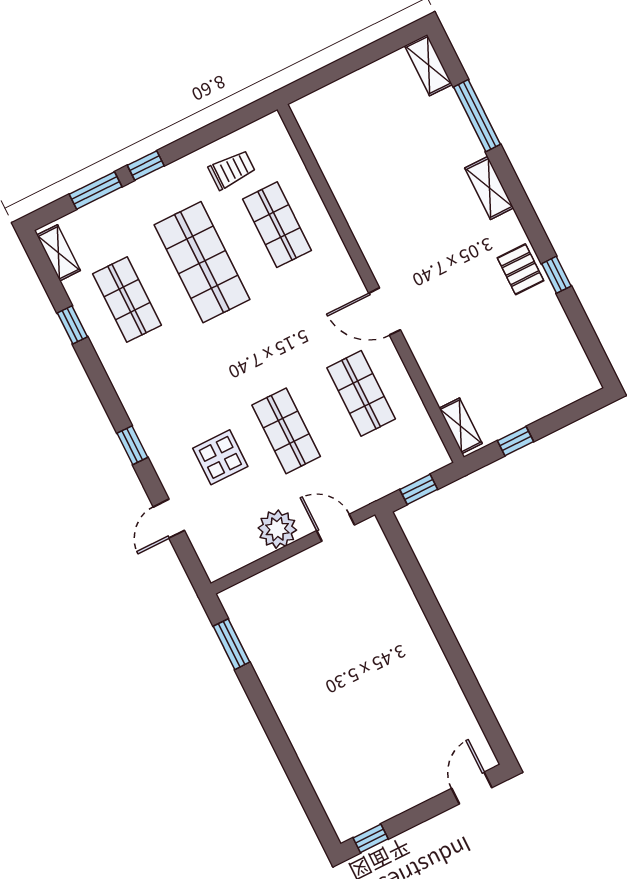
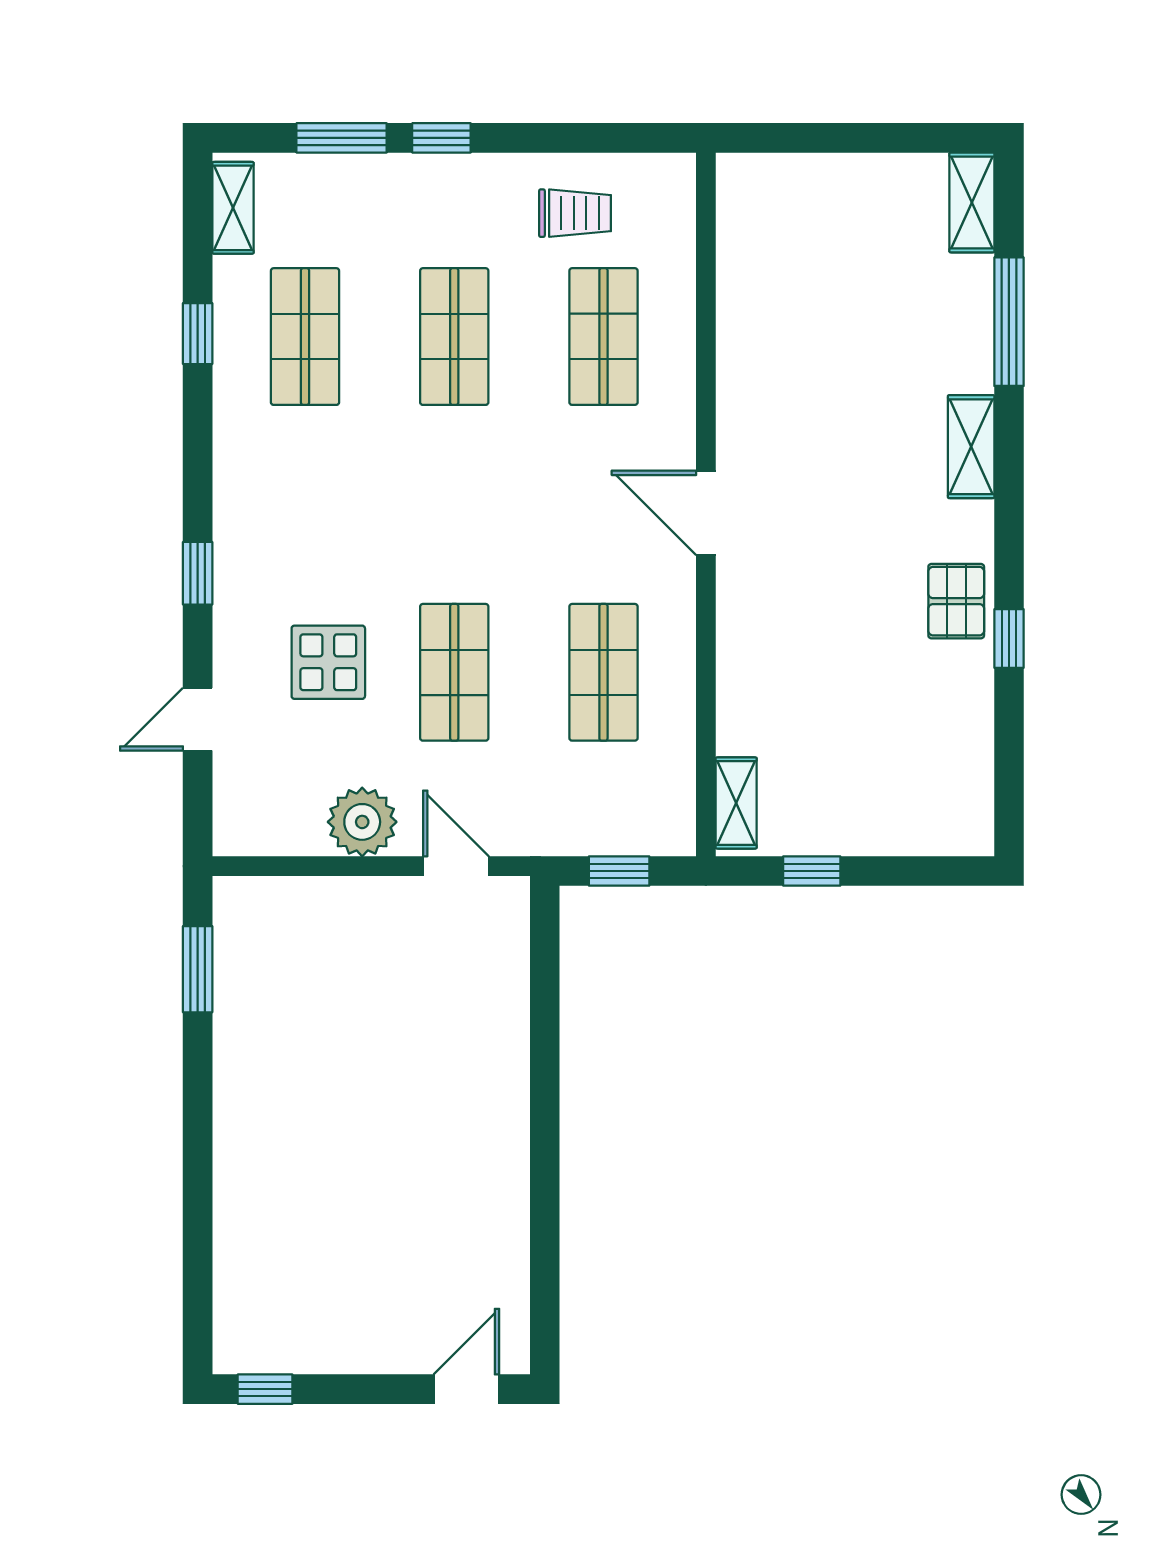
shop shelf: (202, 262) -> (454, 337), width x0.70, depth x0.74
door: (385, 312) -> (706, 513), moved

